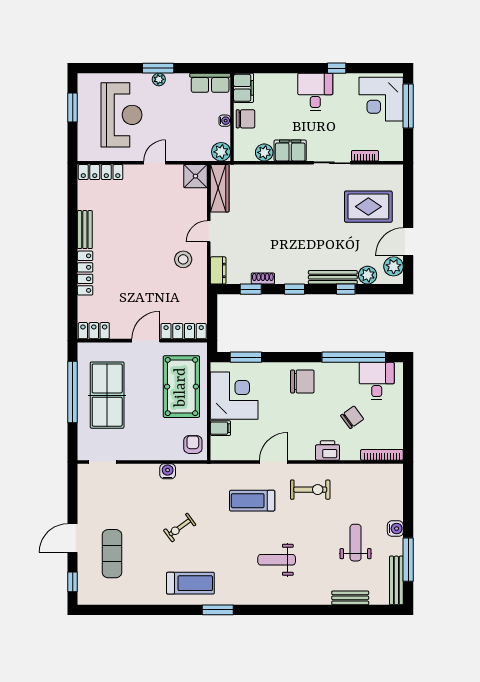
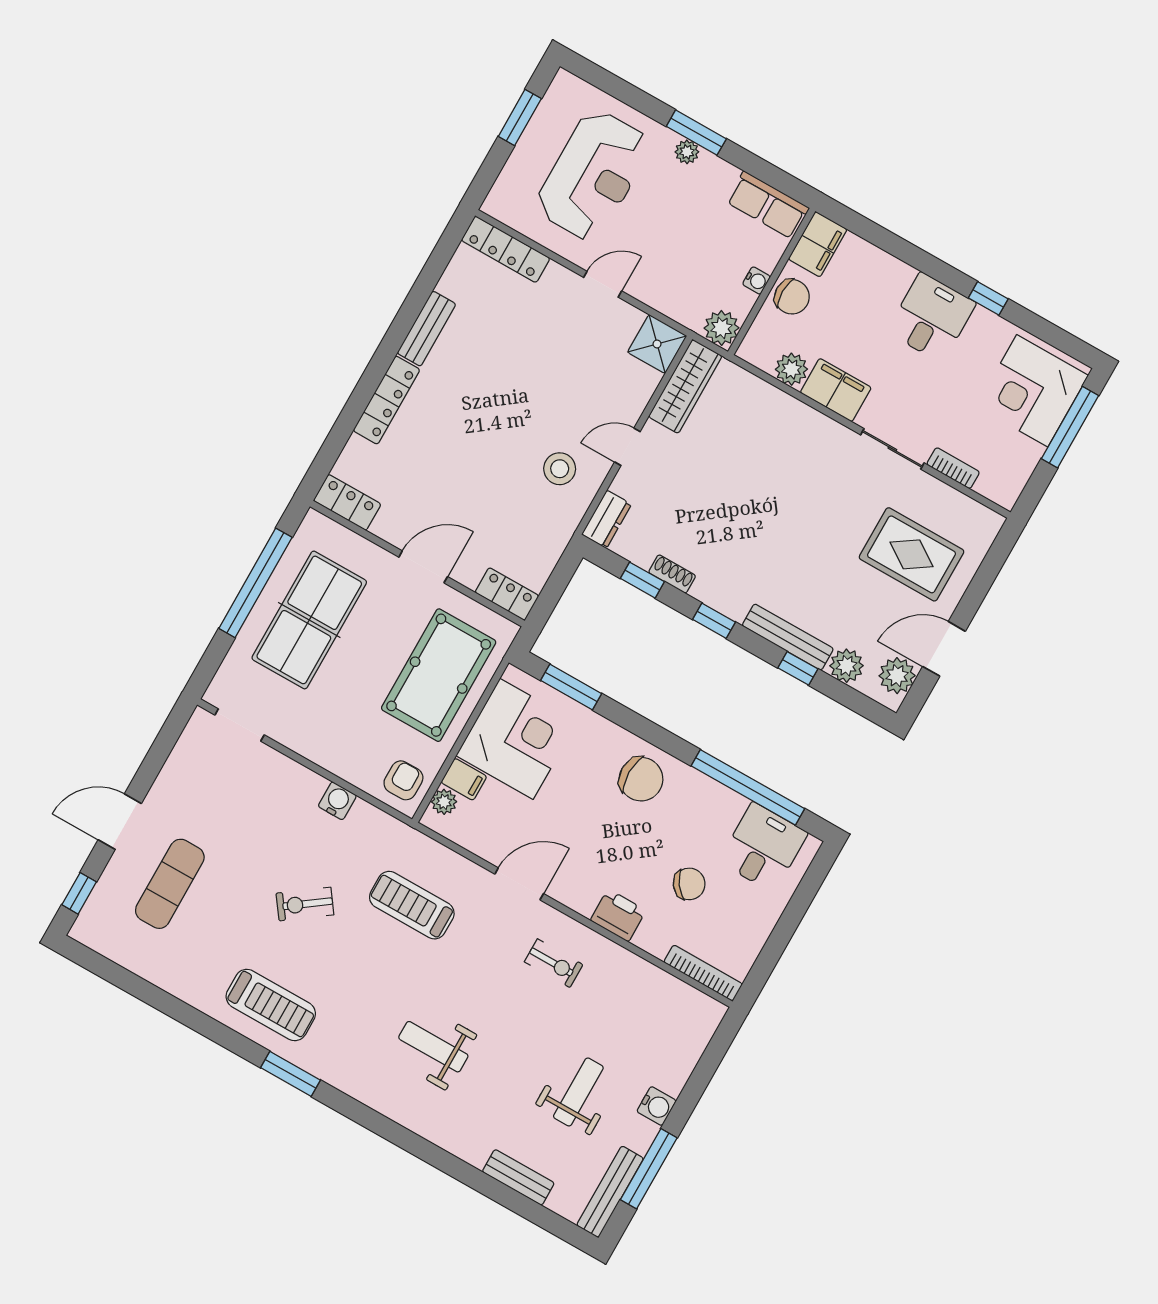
locker: (184, 331) -> (507, 594), width x0.66
plant: (217, 444) -> (444, 802), added
exercise bike: (310, 490) -> (554, 963), width x0.73, depth x0.72
treadmill: (252, 501) -> (412, 905), moved

